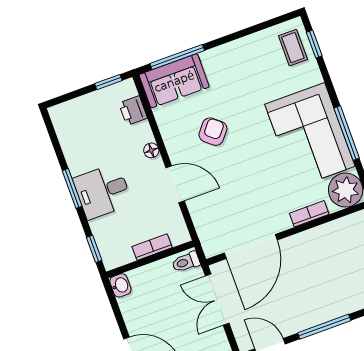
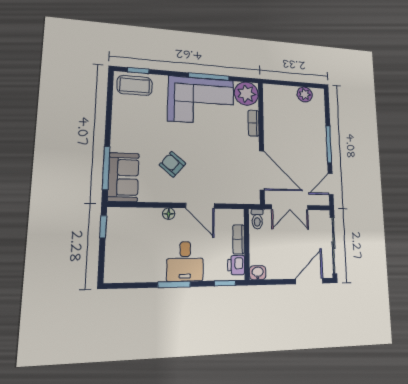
coffee table: (293, 48) -> (135, 85), width x1.36, depth x1.30
printer: (133, 111) -> (236, 265), moved, turned 90
door: (175, 184) -> (200, 206), swing flipped

